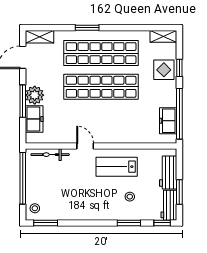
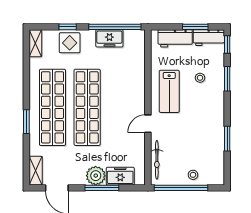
freezer: (168, 121) -> (109, 38), moved
stool: (35, 208) -> (193, 175), moved
window: (46, 223) -> (227, 139), moved

